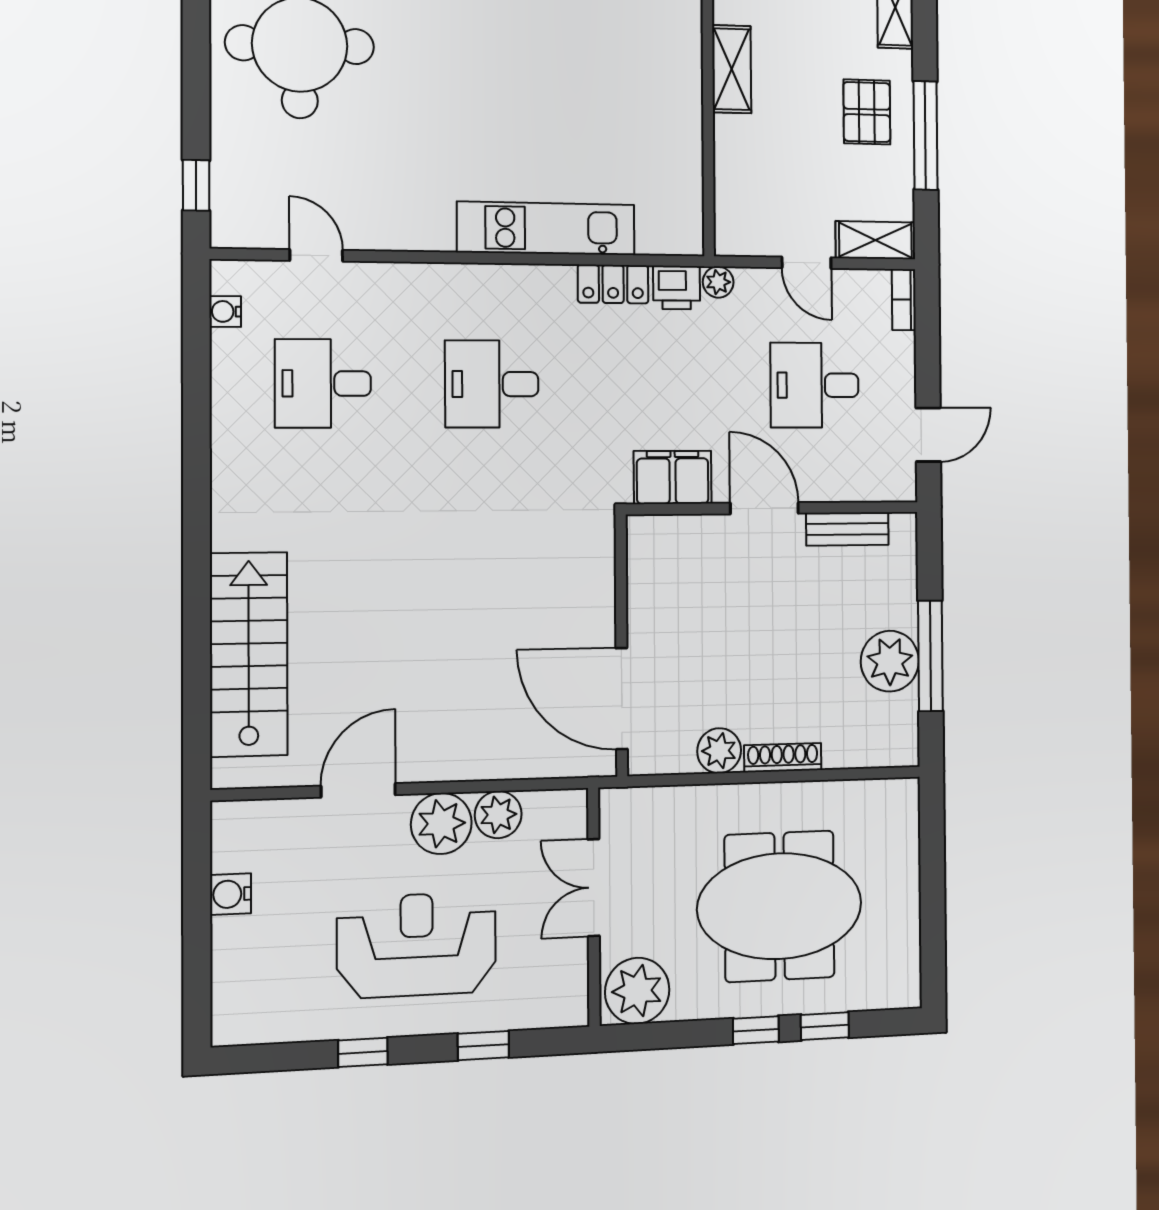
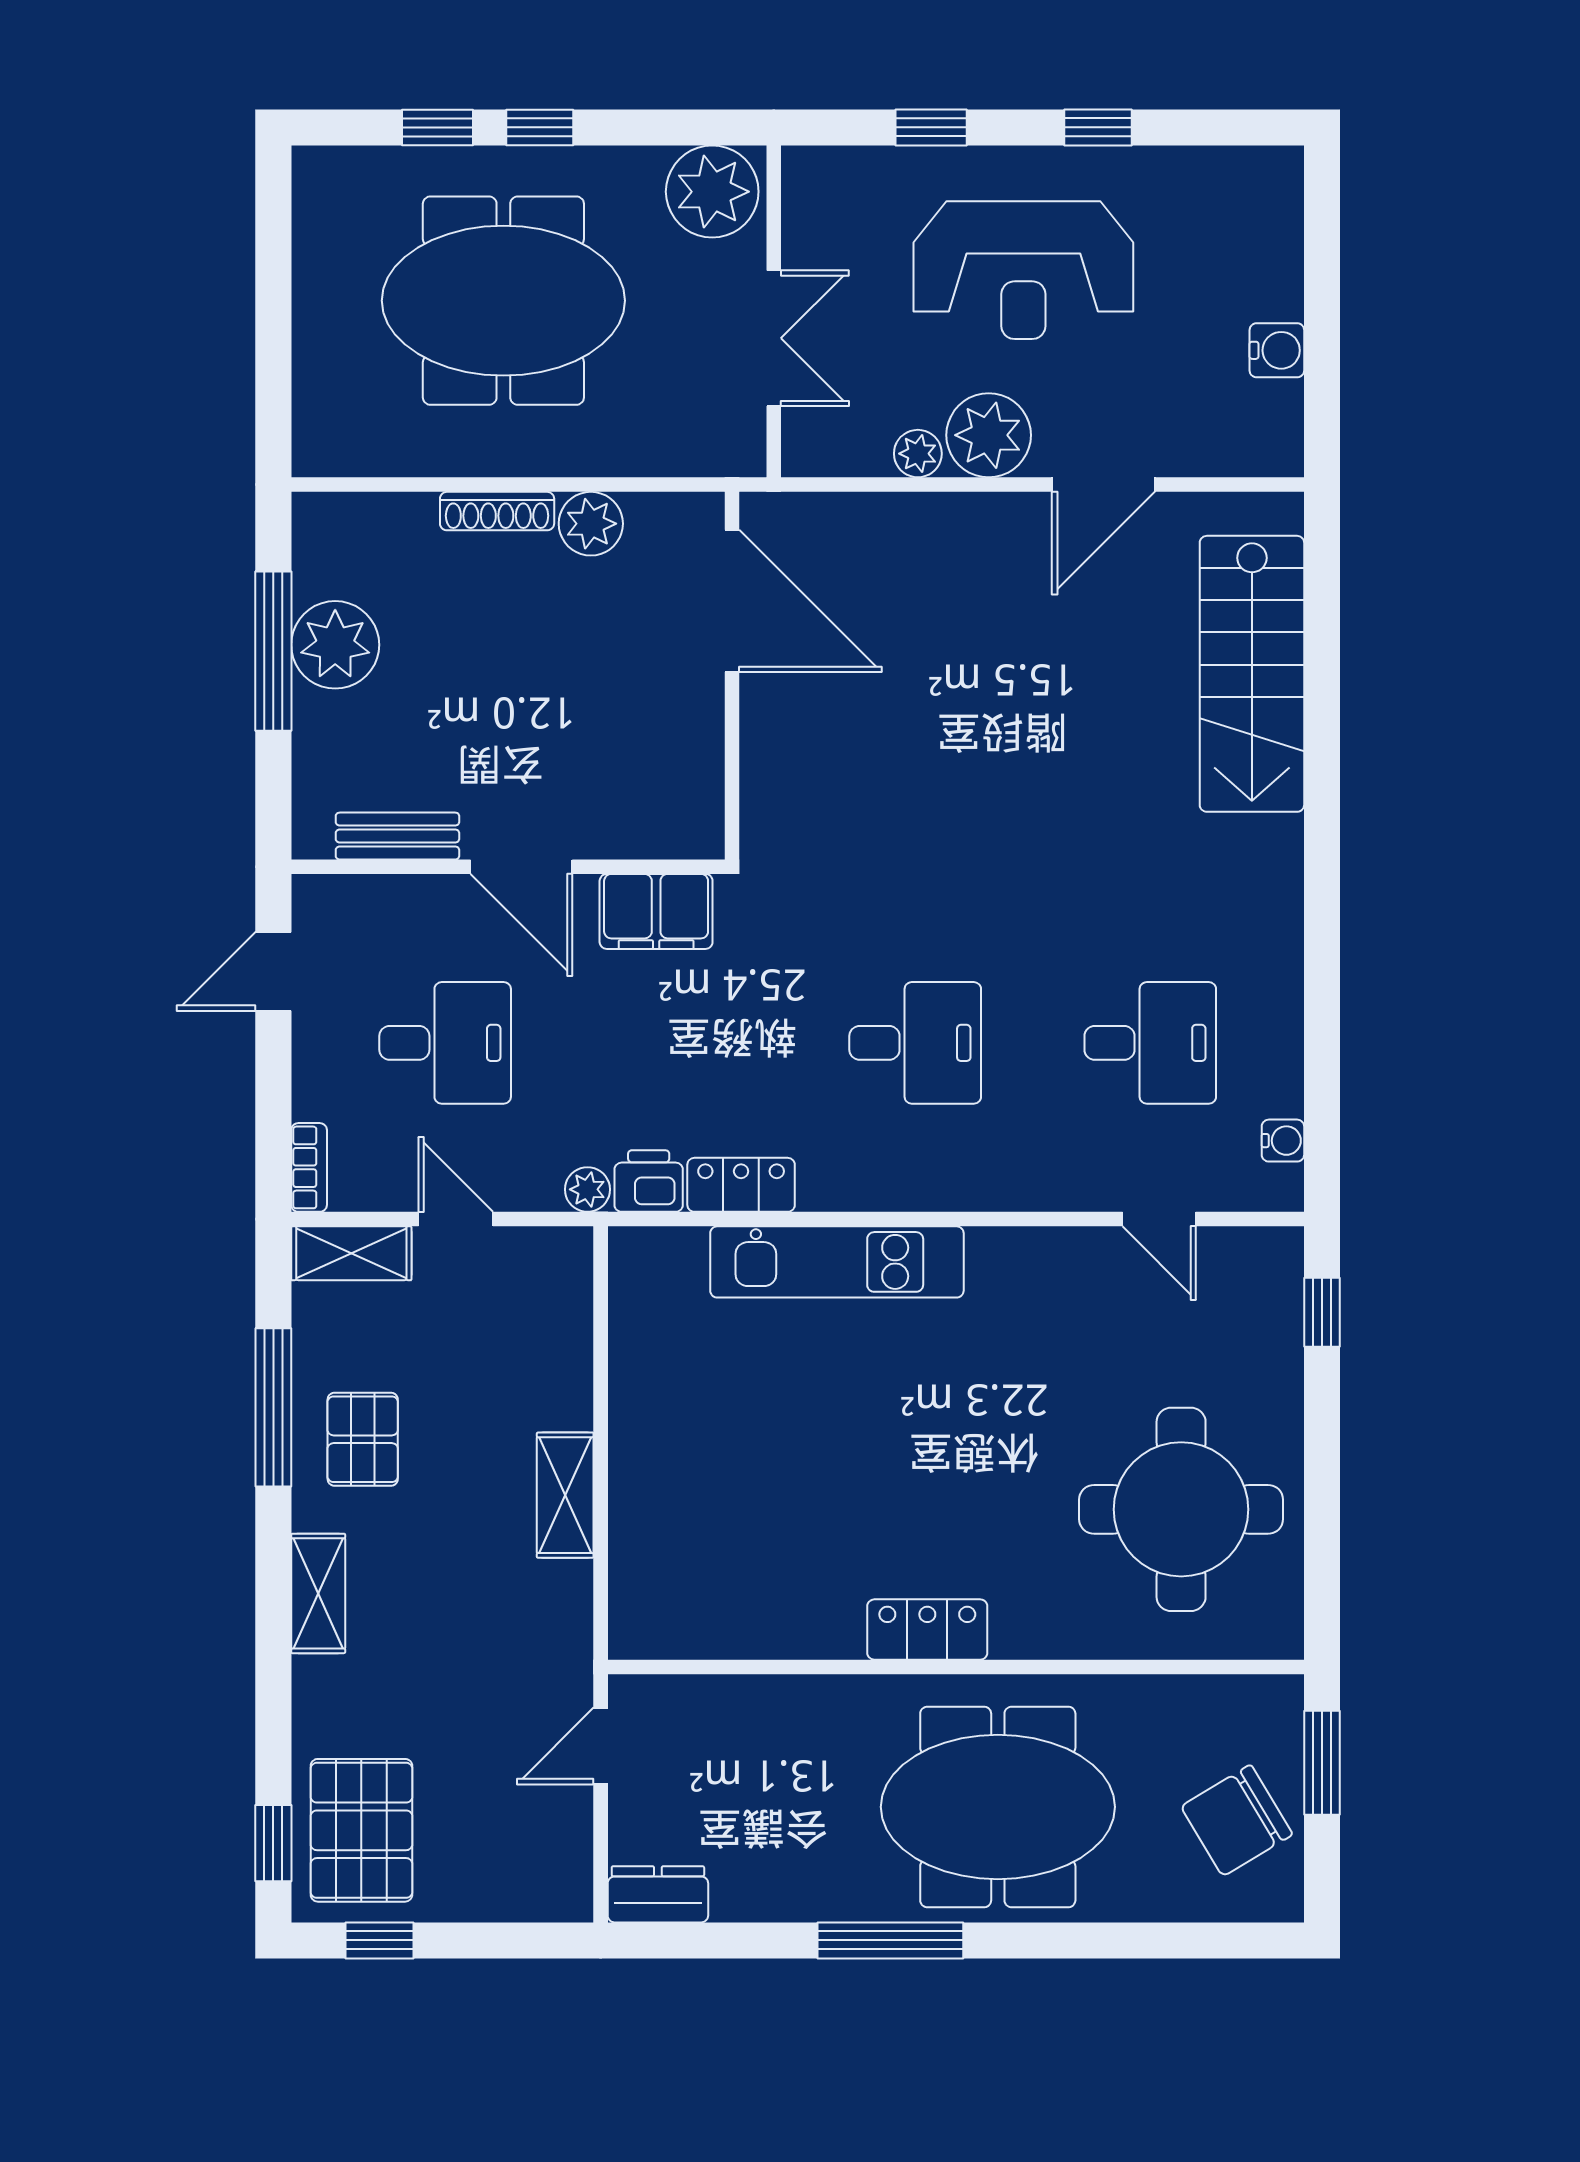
plant: (498, 815) -> (918, 454), width x0.73, depth x0.73

